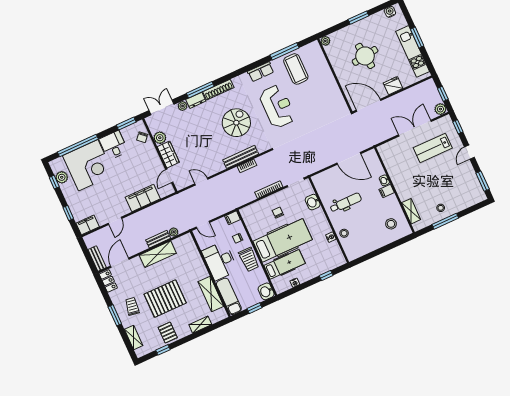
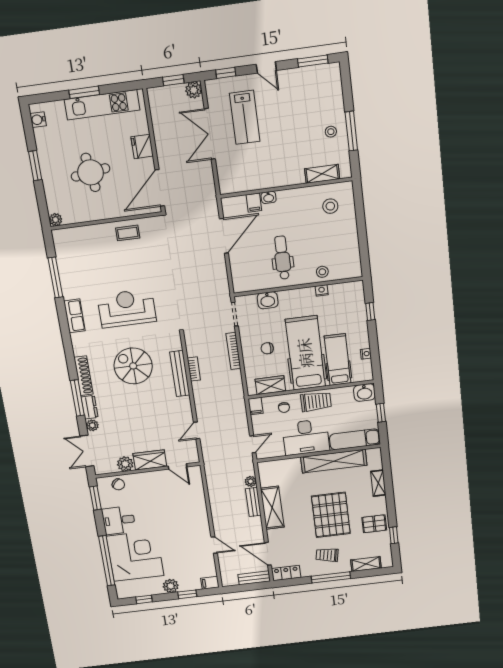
coffee table: (296, 69) -> (128, 233), moved, width x0.54, depth x0.58
plant: (62, 177) -> (171, 586), moved
filing cabinet: (387, 191) -> (254, 203), moved
filing cabinet: (143, 198) -> (196, 505), removed
wardrobe: (251, 223) -> (270, 385), added
filing cabinet: (88, 225) -> (210, 583), width x0.50
shelving: (211, 294) -> (334, 461), width x1.47
window: (115, 315) -> (331, 577), width x1.44

